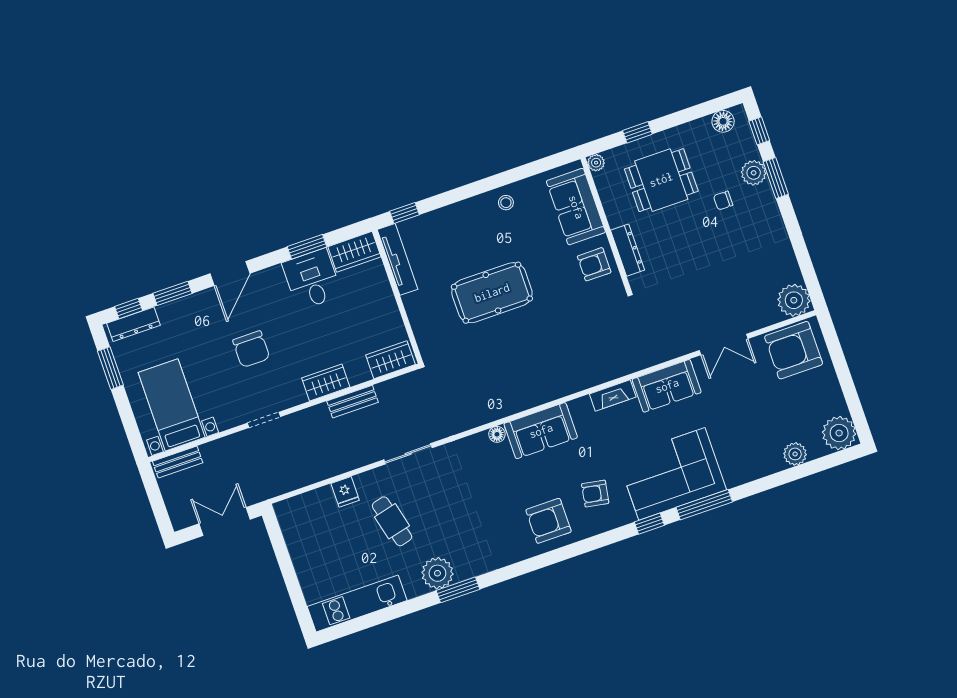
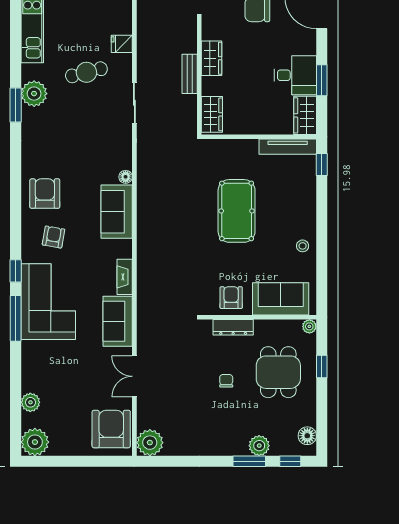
chair: (723, 201) -> (226, 381), moved

